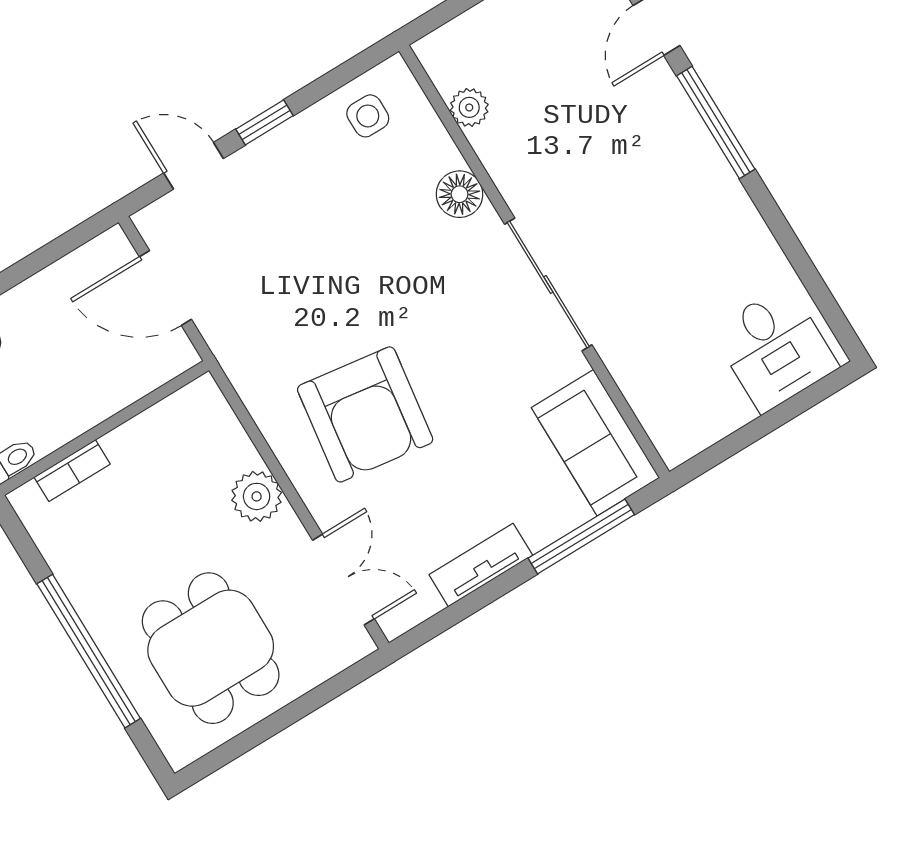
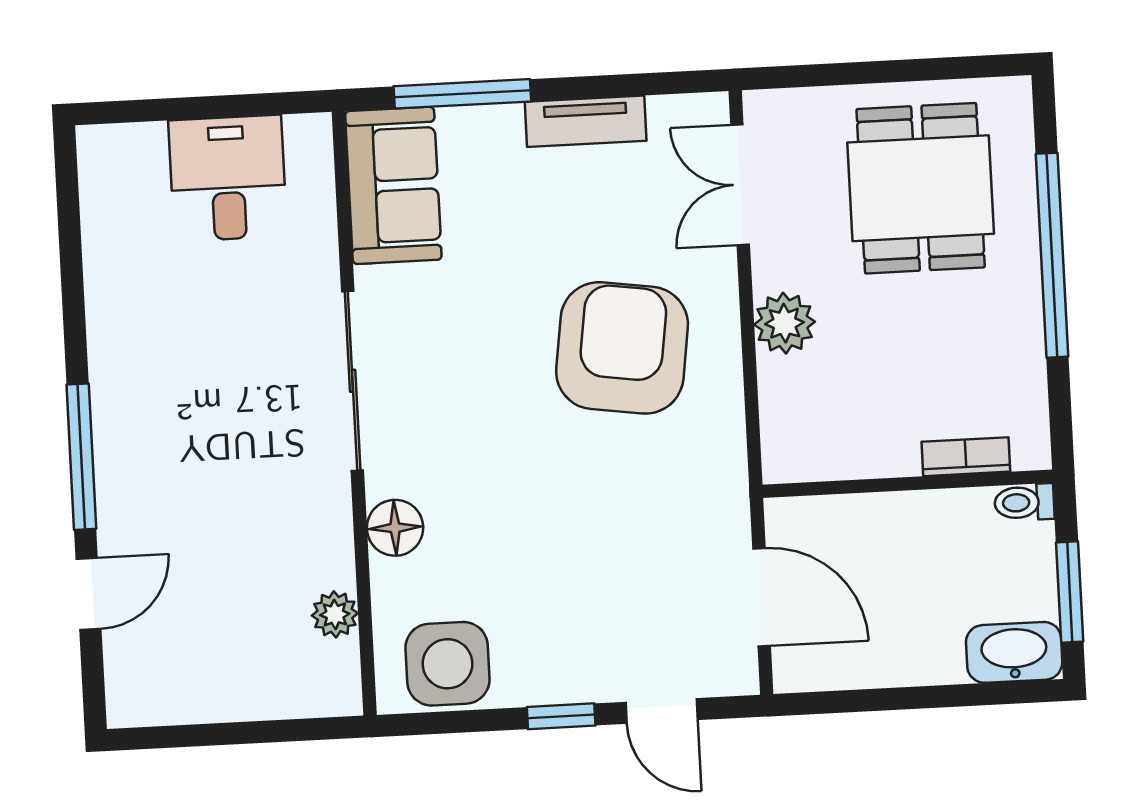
side table: (368, 116) -> (448, 664), width x1.87, depth x1.87
desk: (775, 349) -> (228, 178), moved

